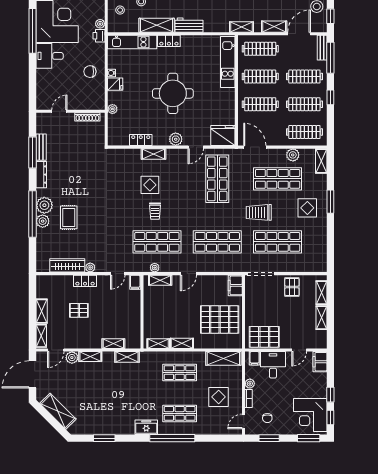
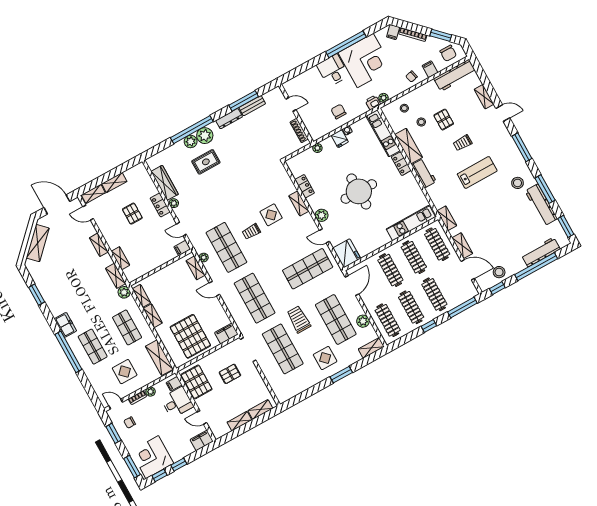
bench: (322, 48) -> (467, 296), removed
pallet: (292, 287) -> (230, 374), moved
plant: (72, 358) -> (124, 292), moved

